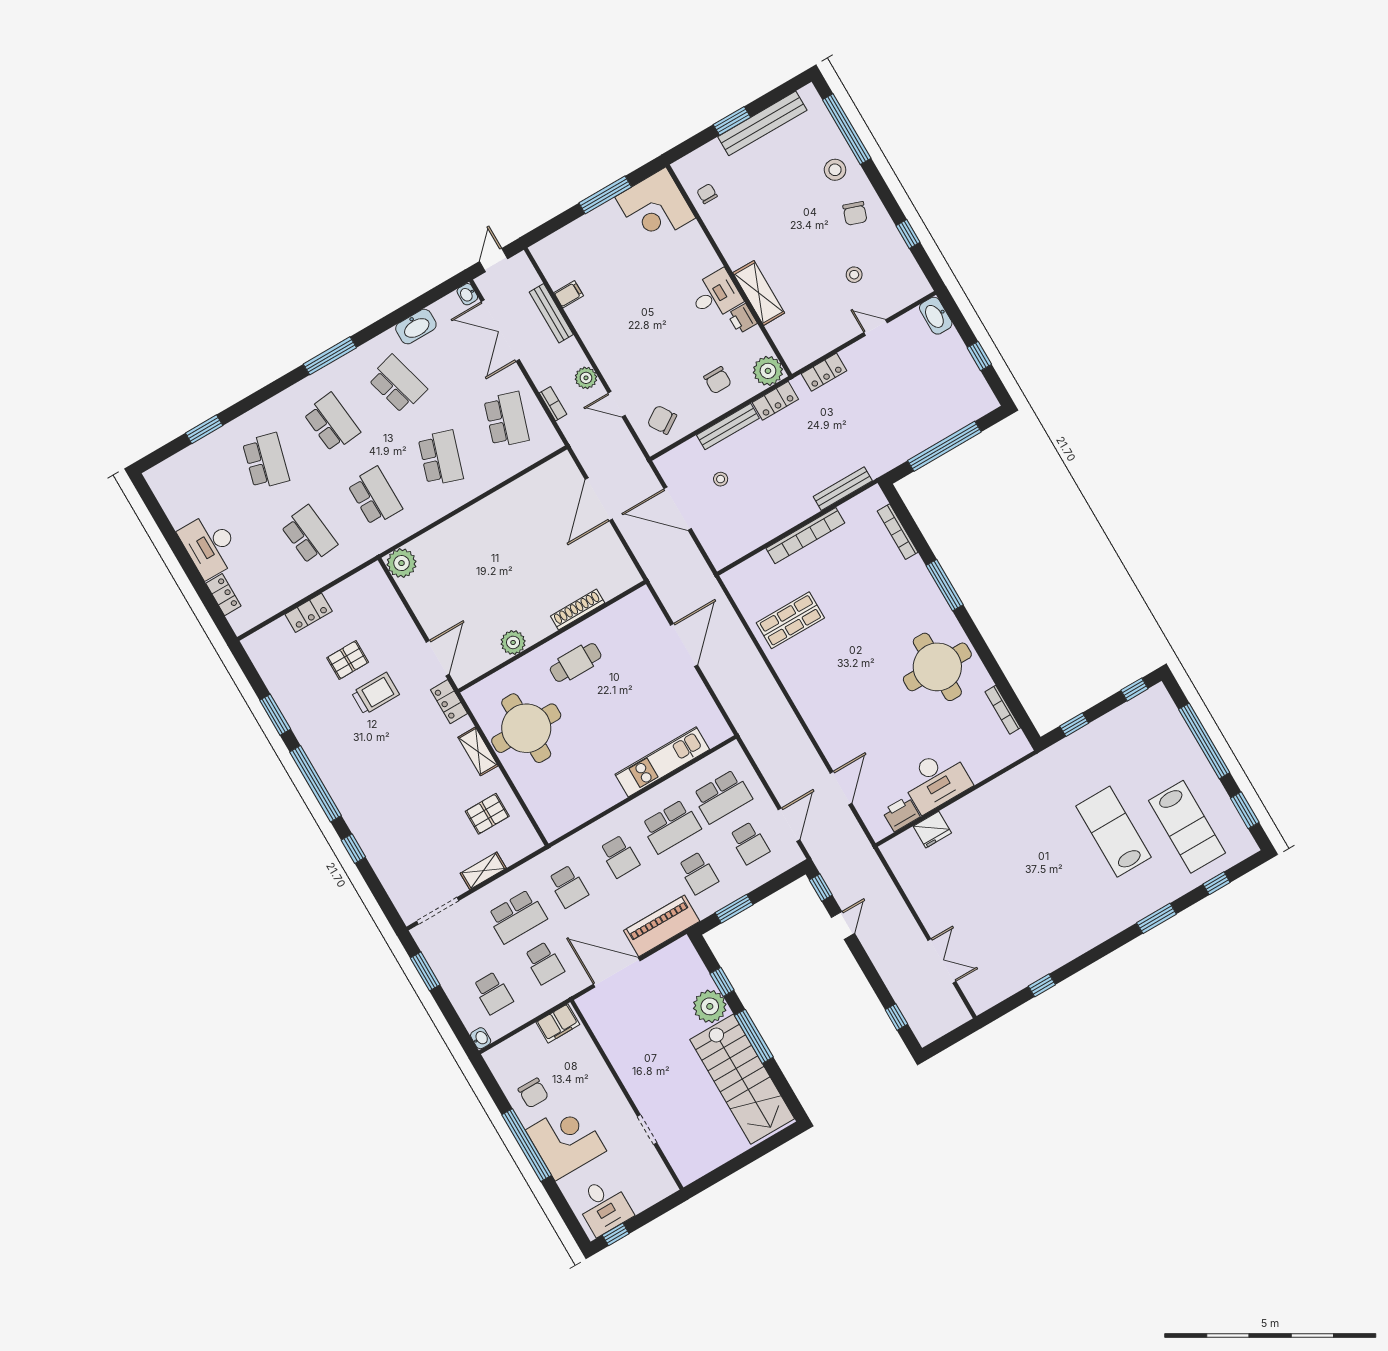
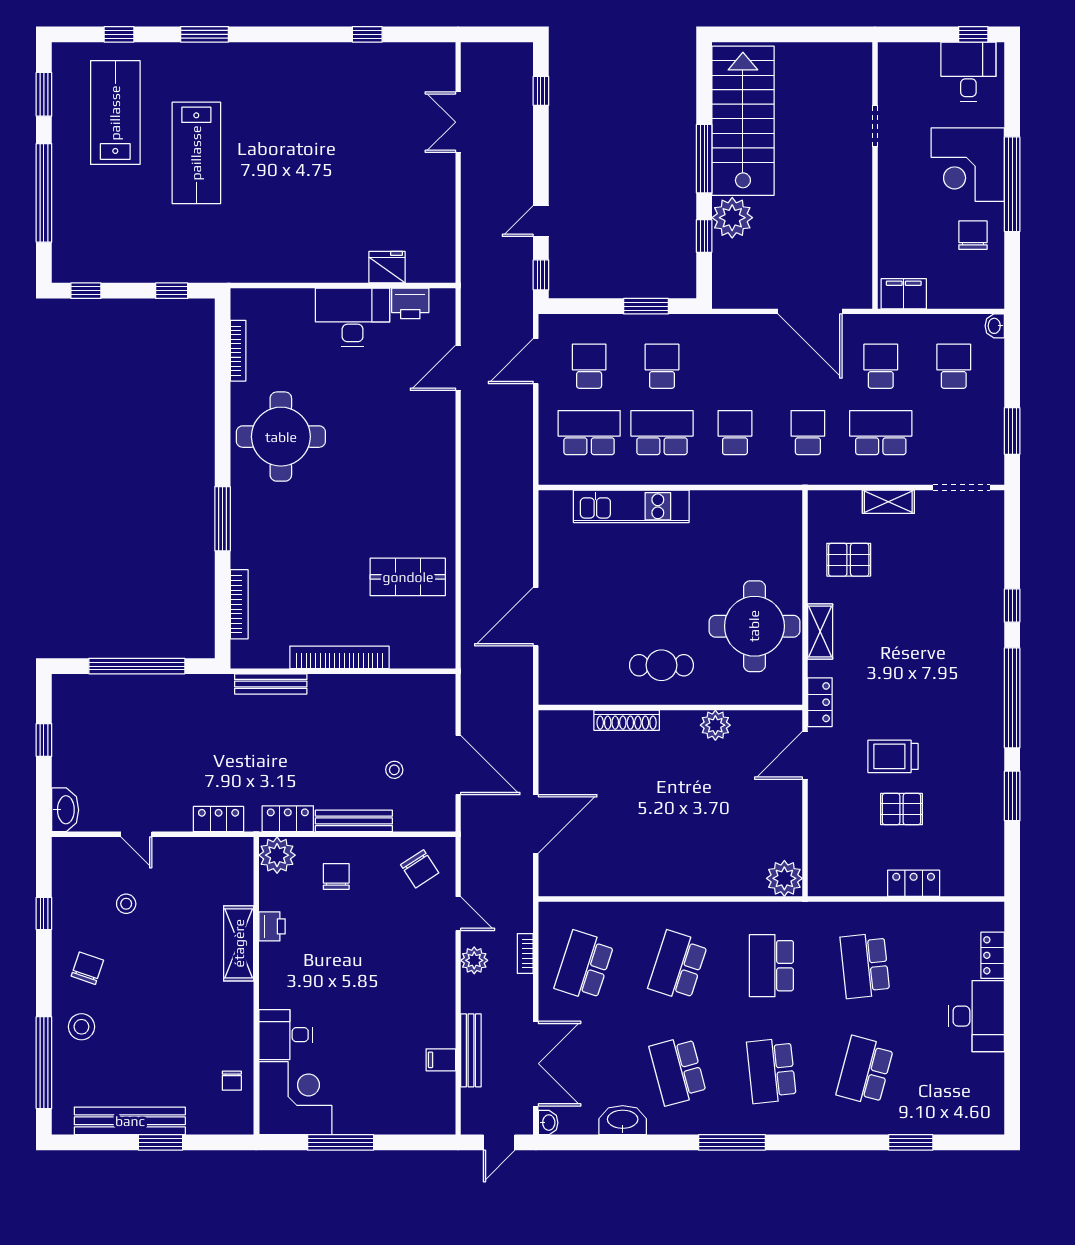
desk: (716, 295) -> (286, 1035), moved
piano: (662, 926) -> (733, 333), removed

